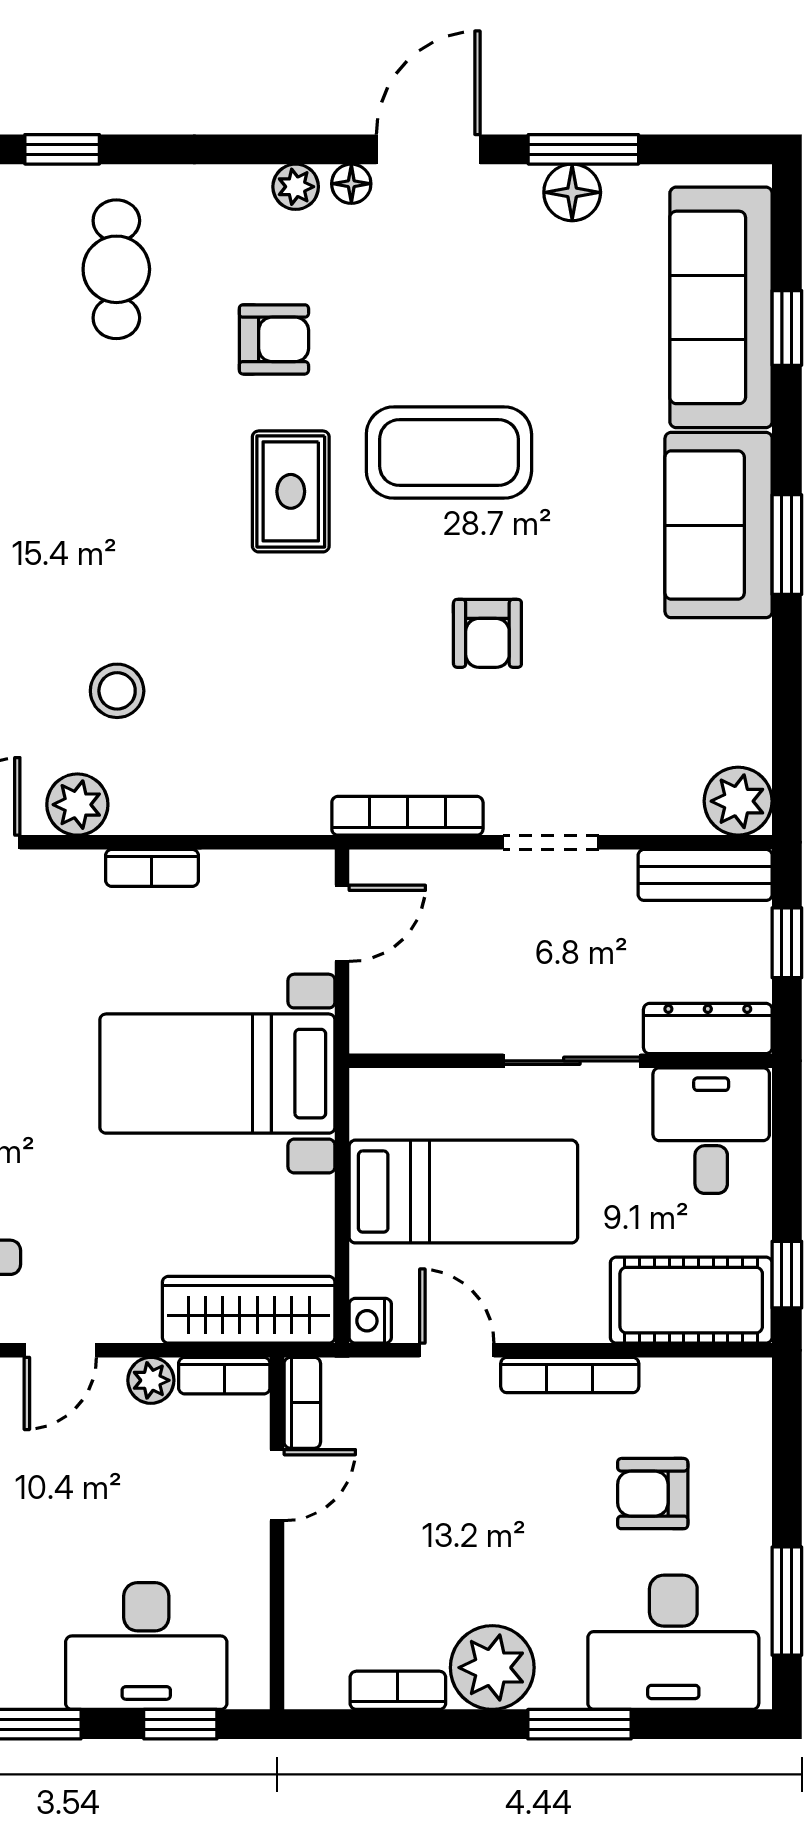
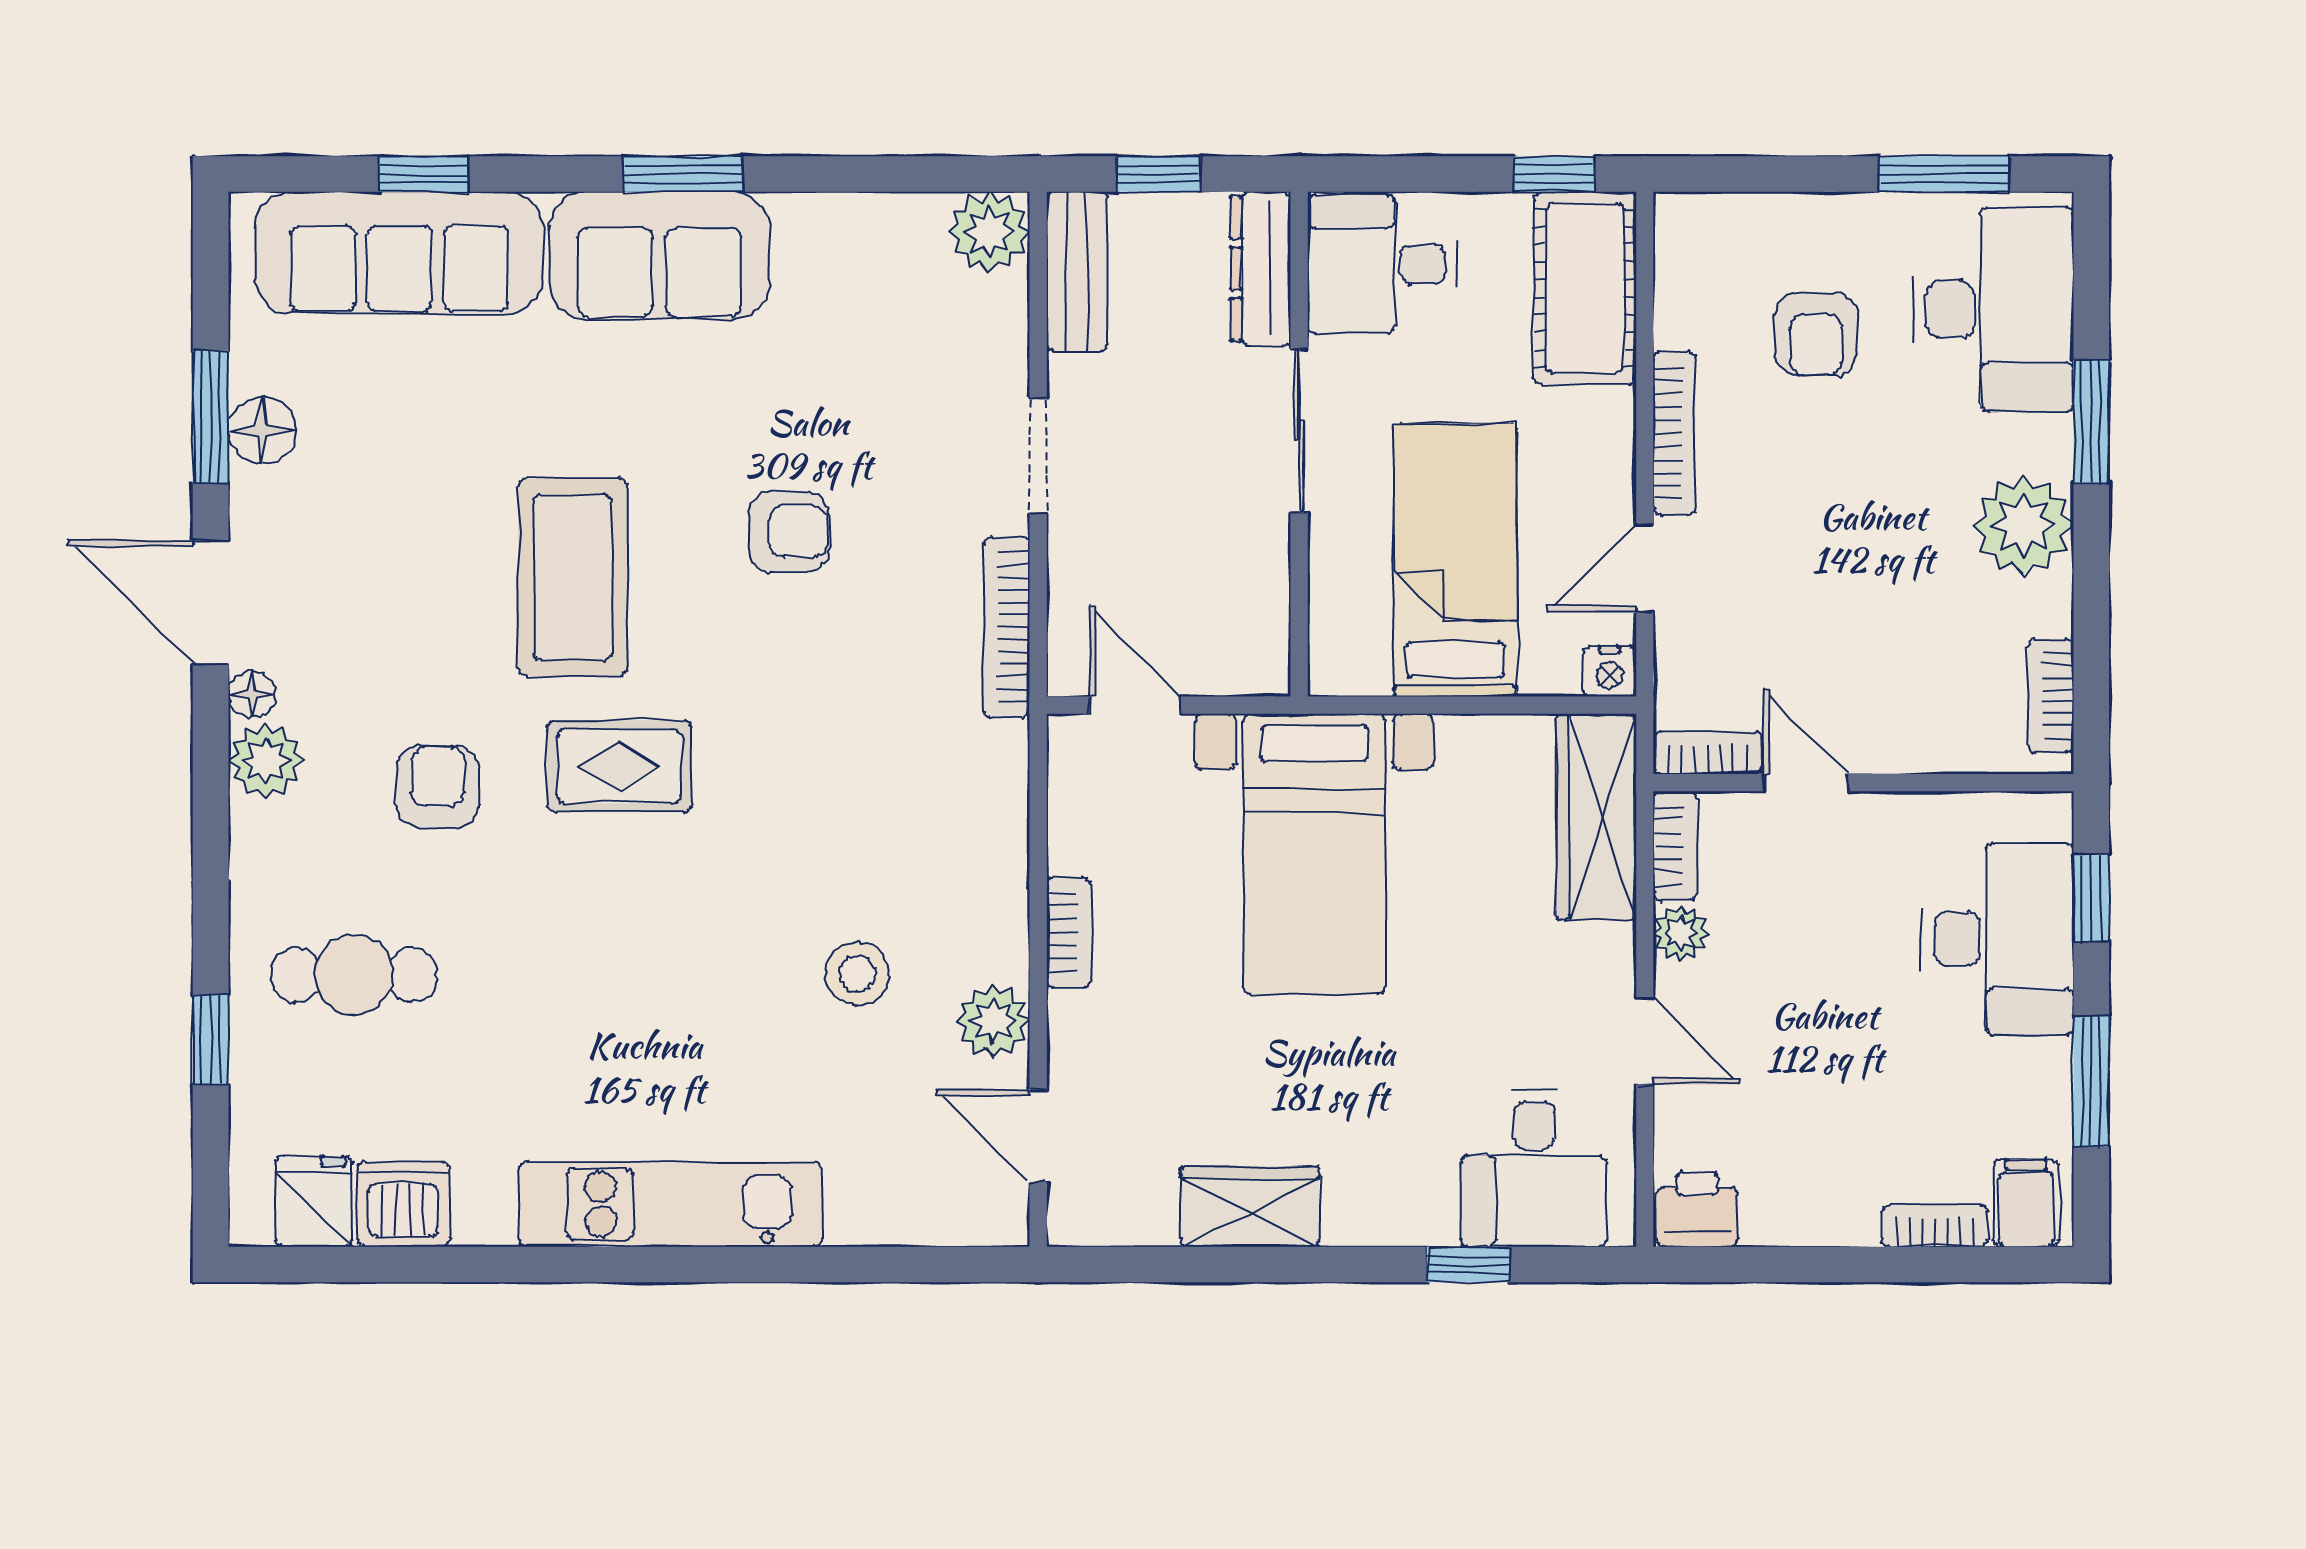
plant: (296, 187) -> (266, 761), width x1.38, depth x1.38
bookcase: (398, 1690) -> (2051, 696), moved

